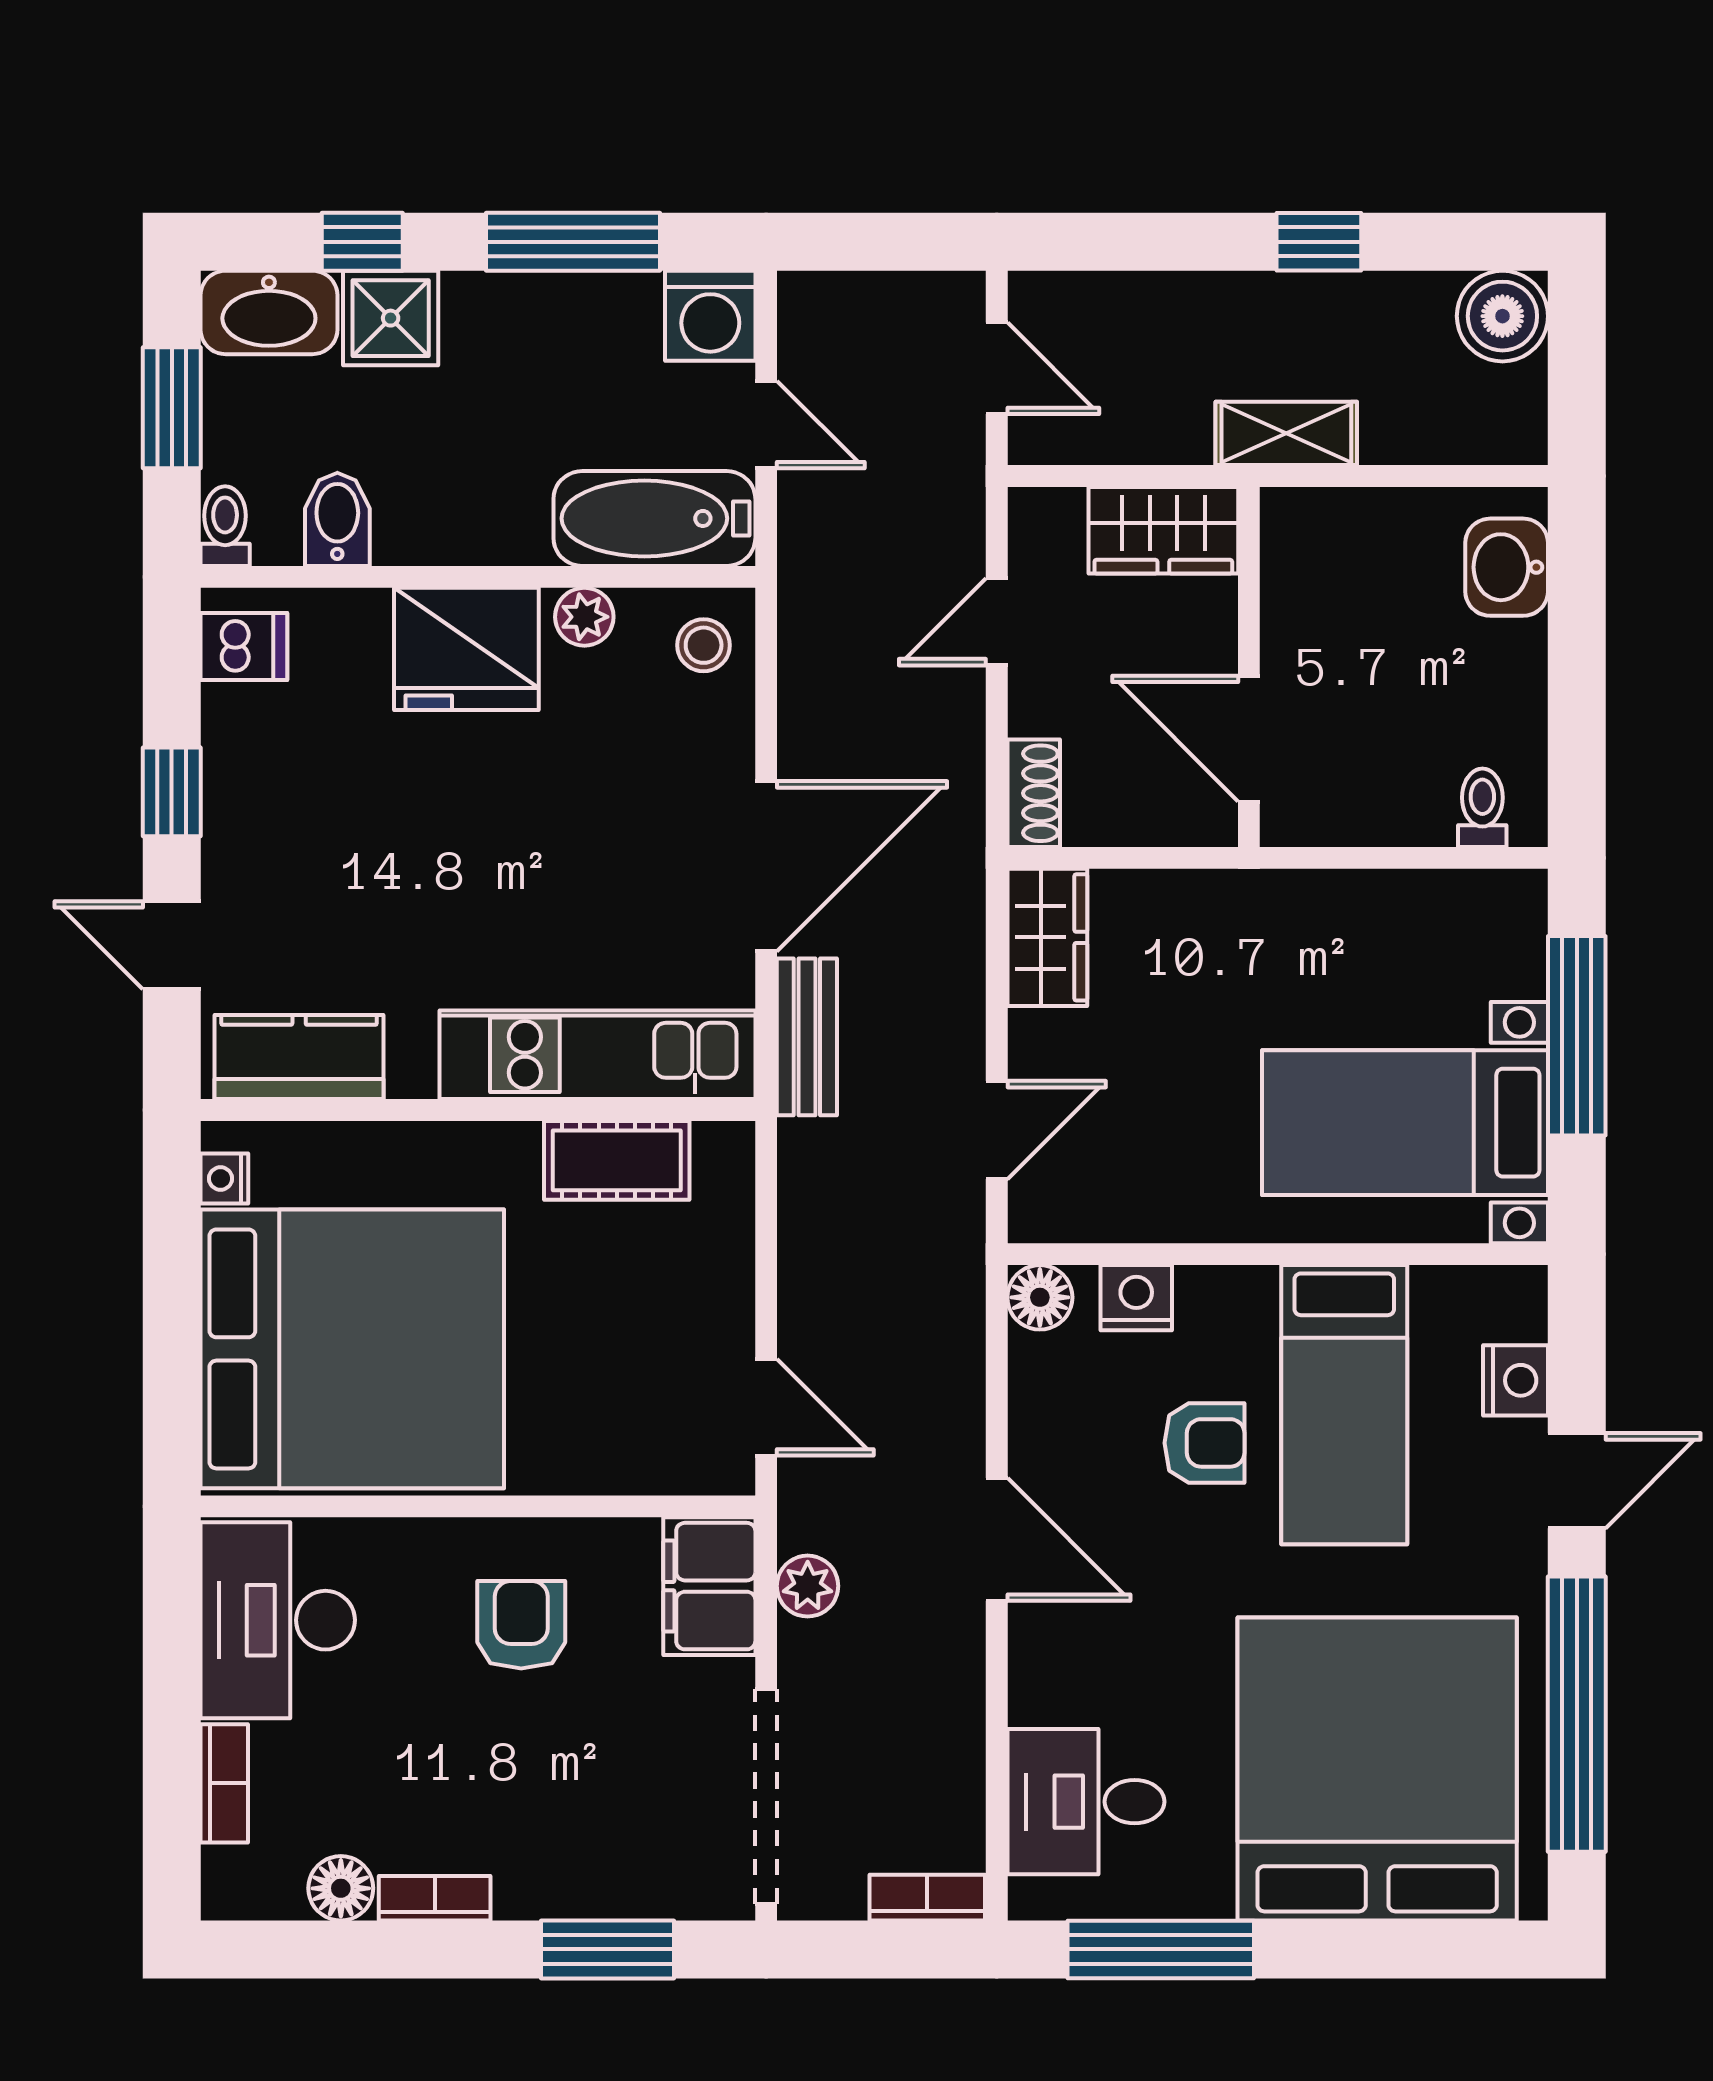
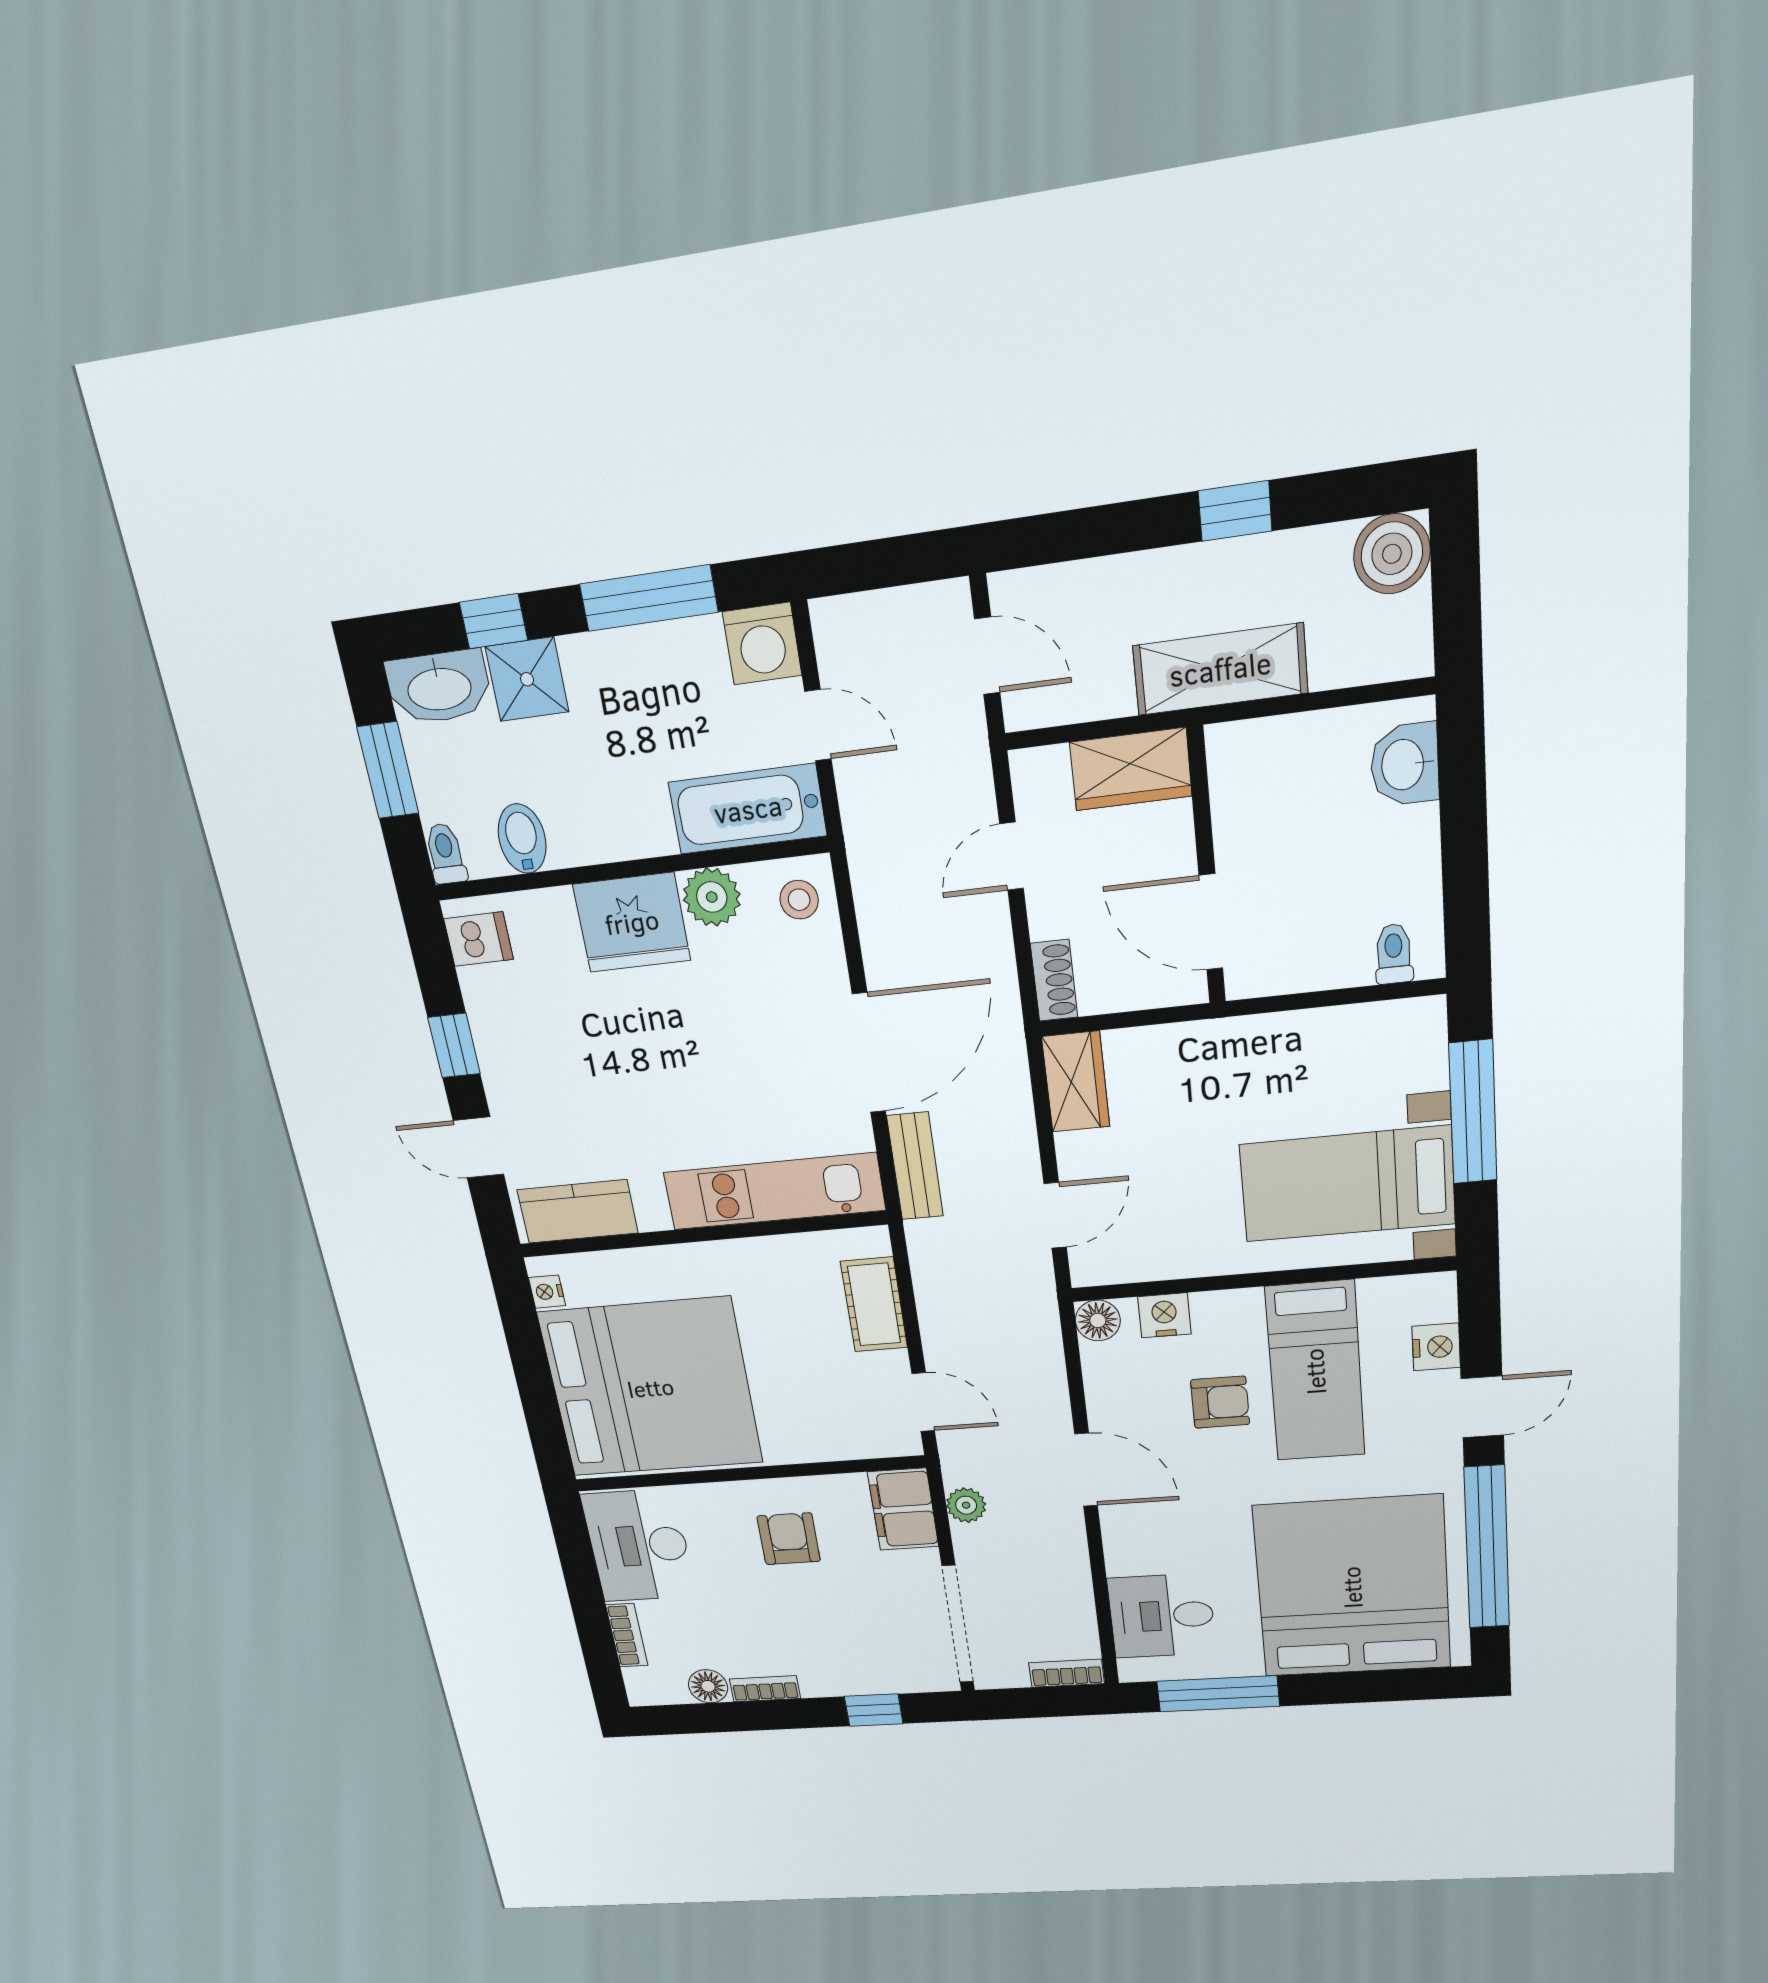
shelving: (1286, 433) -> (1220, 669), width x1.50, depth x1.33
plant: (584, 617) -> (712, 897), width x1.38, depth x1.38
cot: (617, 1160) -> (874, 1305), moved, turned 90
window: (608, 1949) -> (874, 1710), width x0.67

